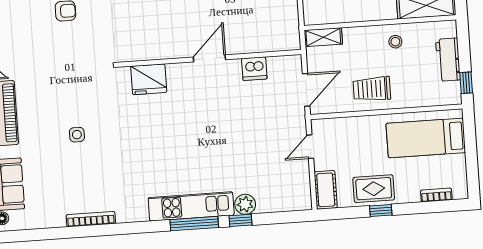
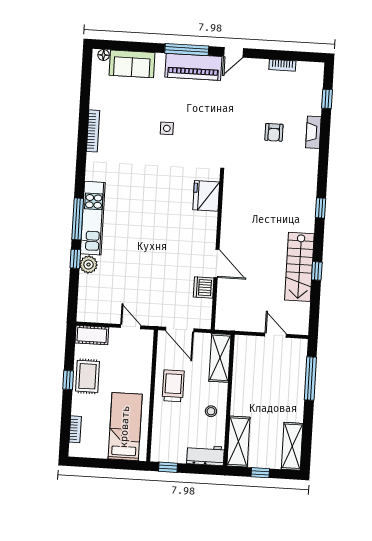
shelving: (323, 37) -> (220, 358), width x1.50, depth x1.33
door: (209, 58) -> (217, 264), moved
workbench: (448, 60) -> (205, 455), moved

